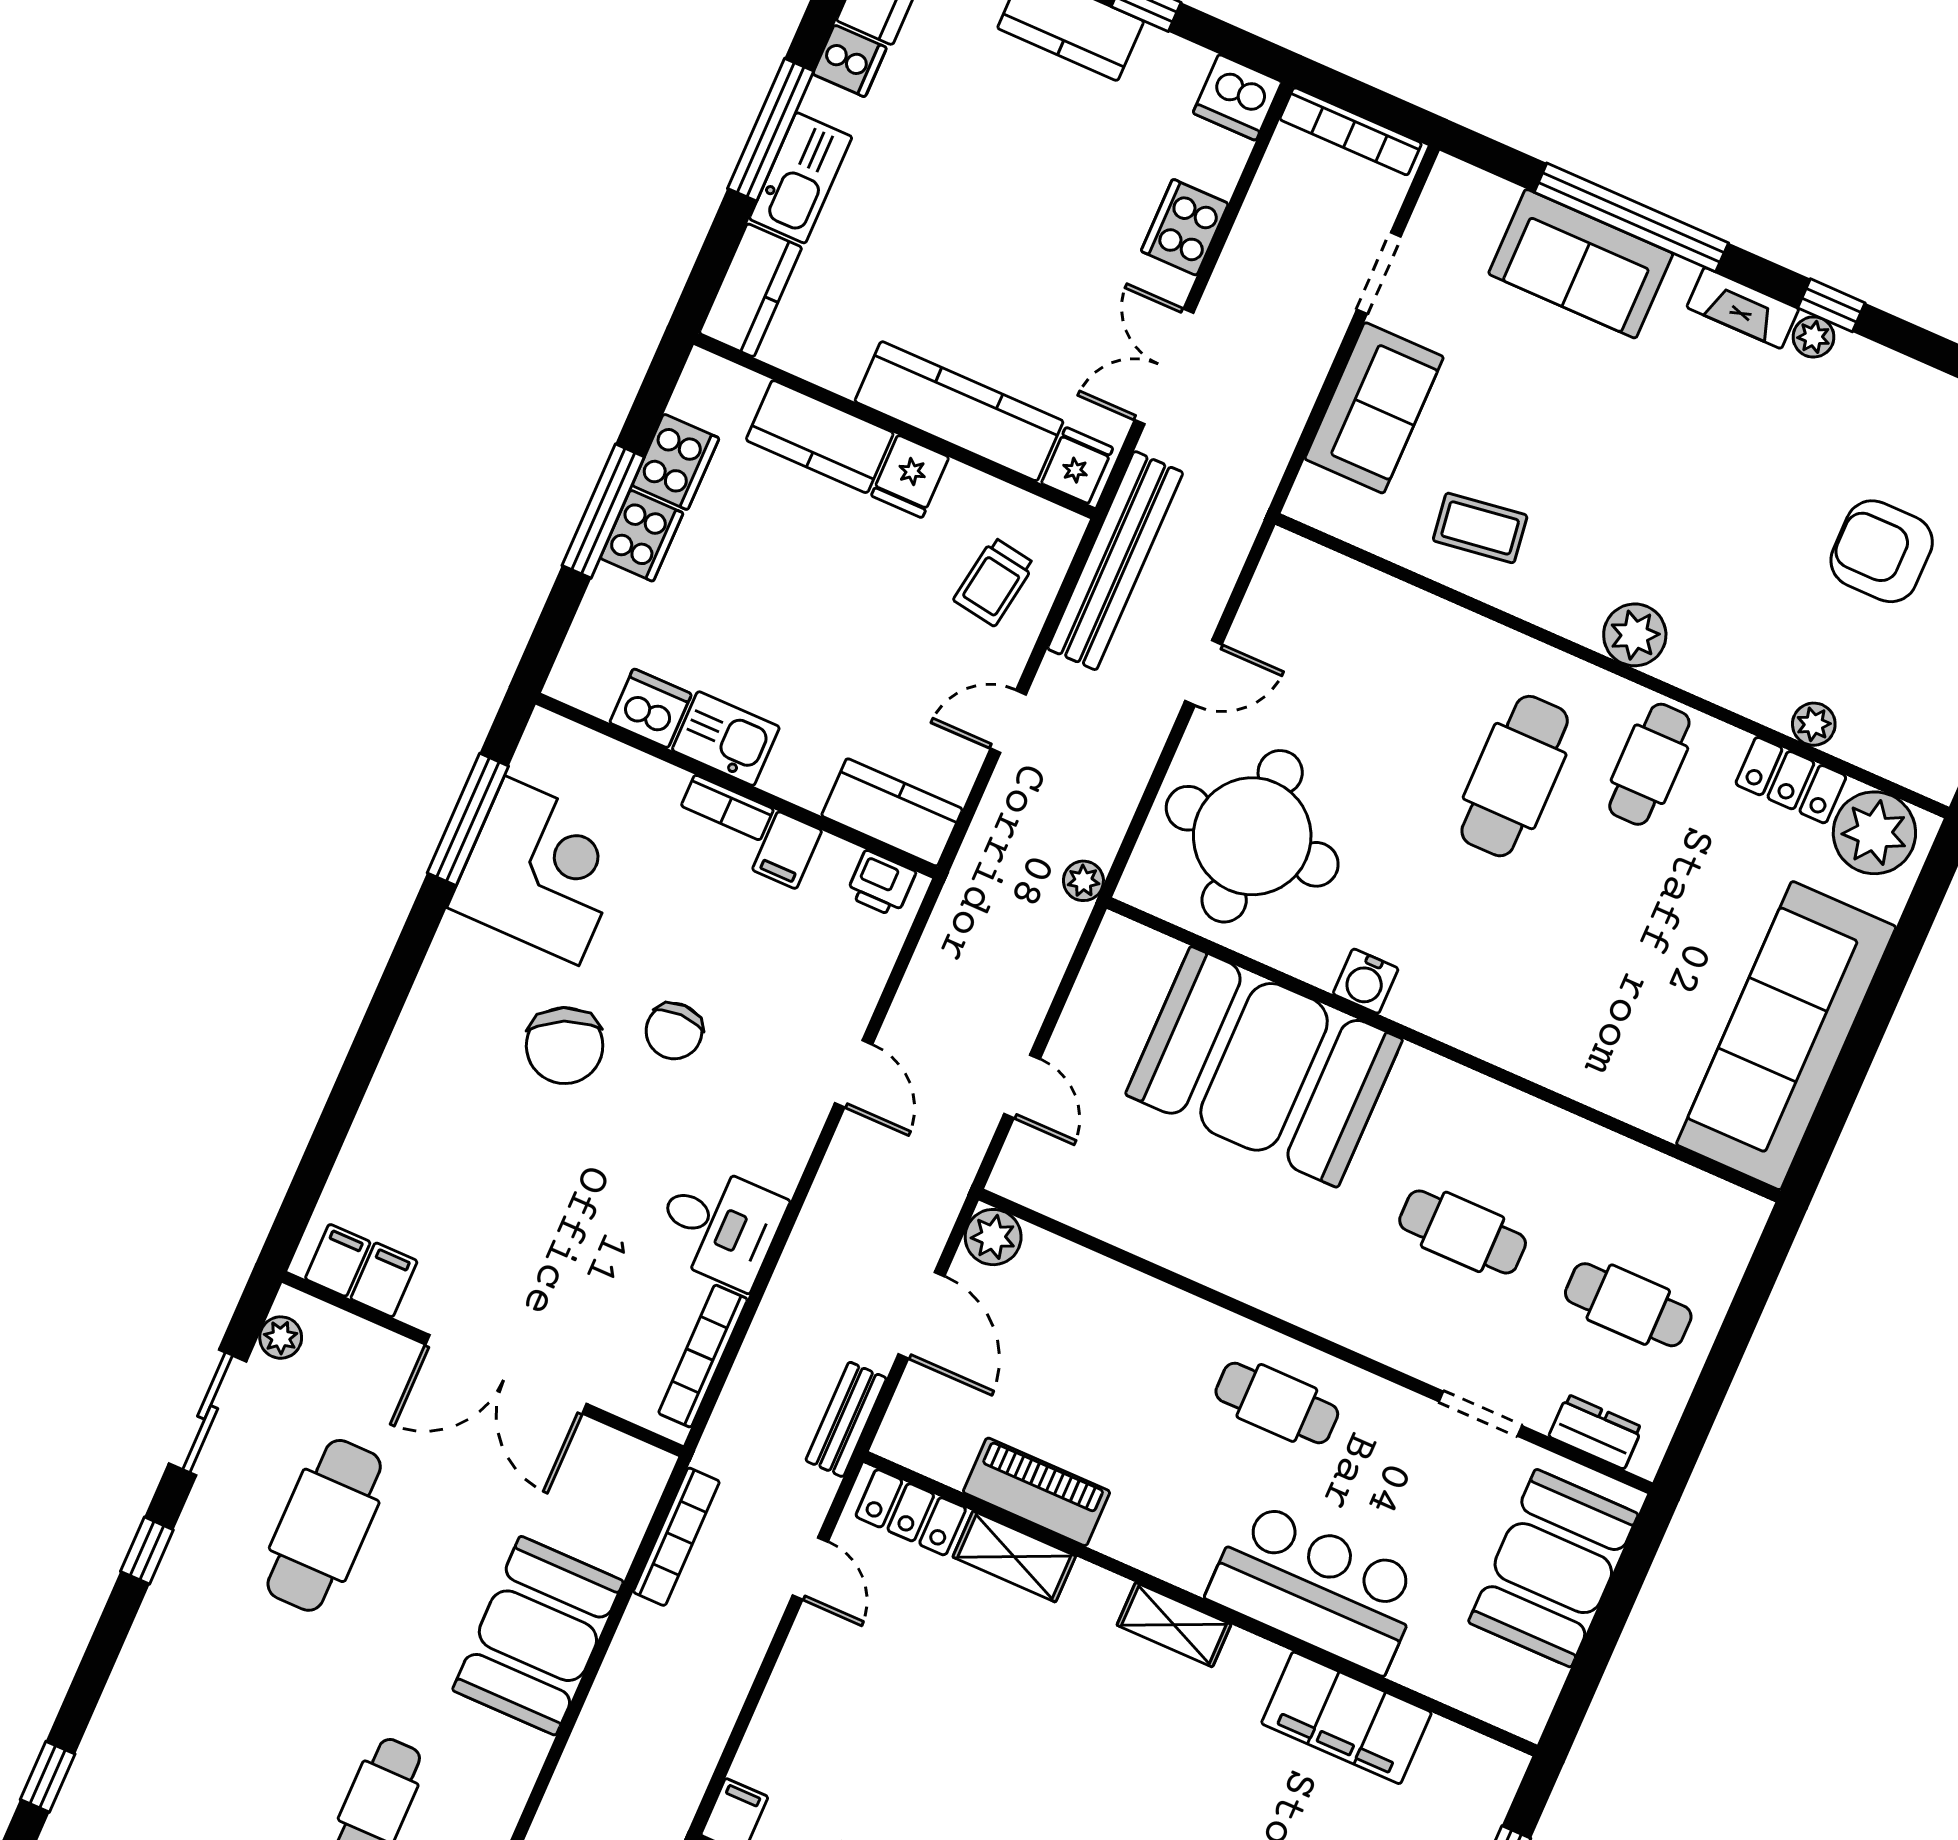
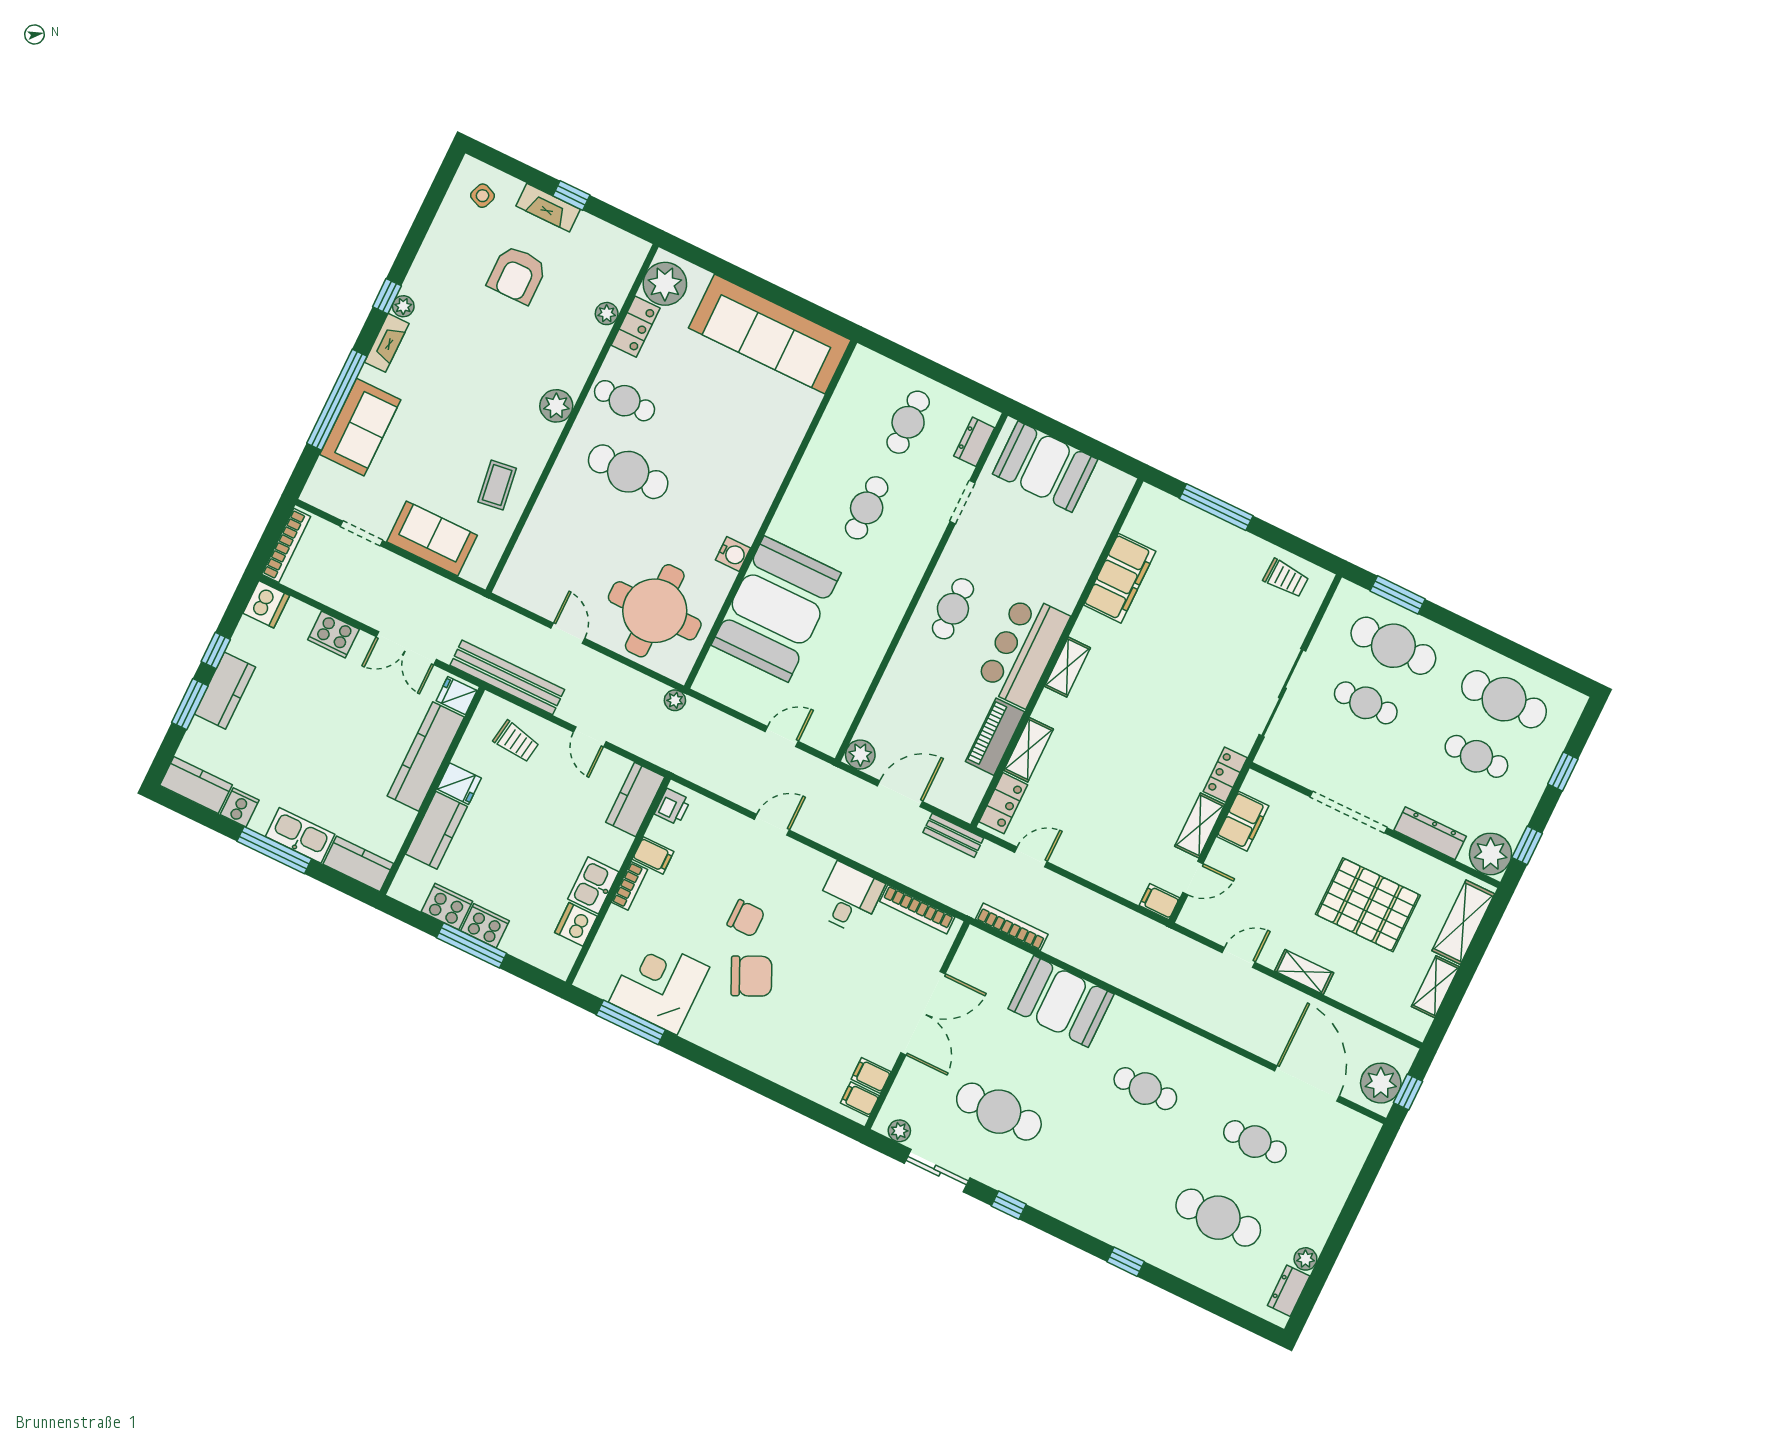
bar counter: (1316, 1588) -> (1022, 650), moved

